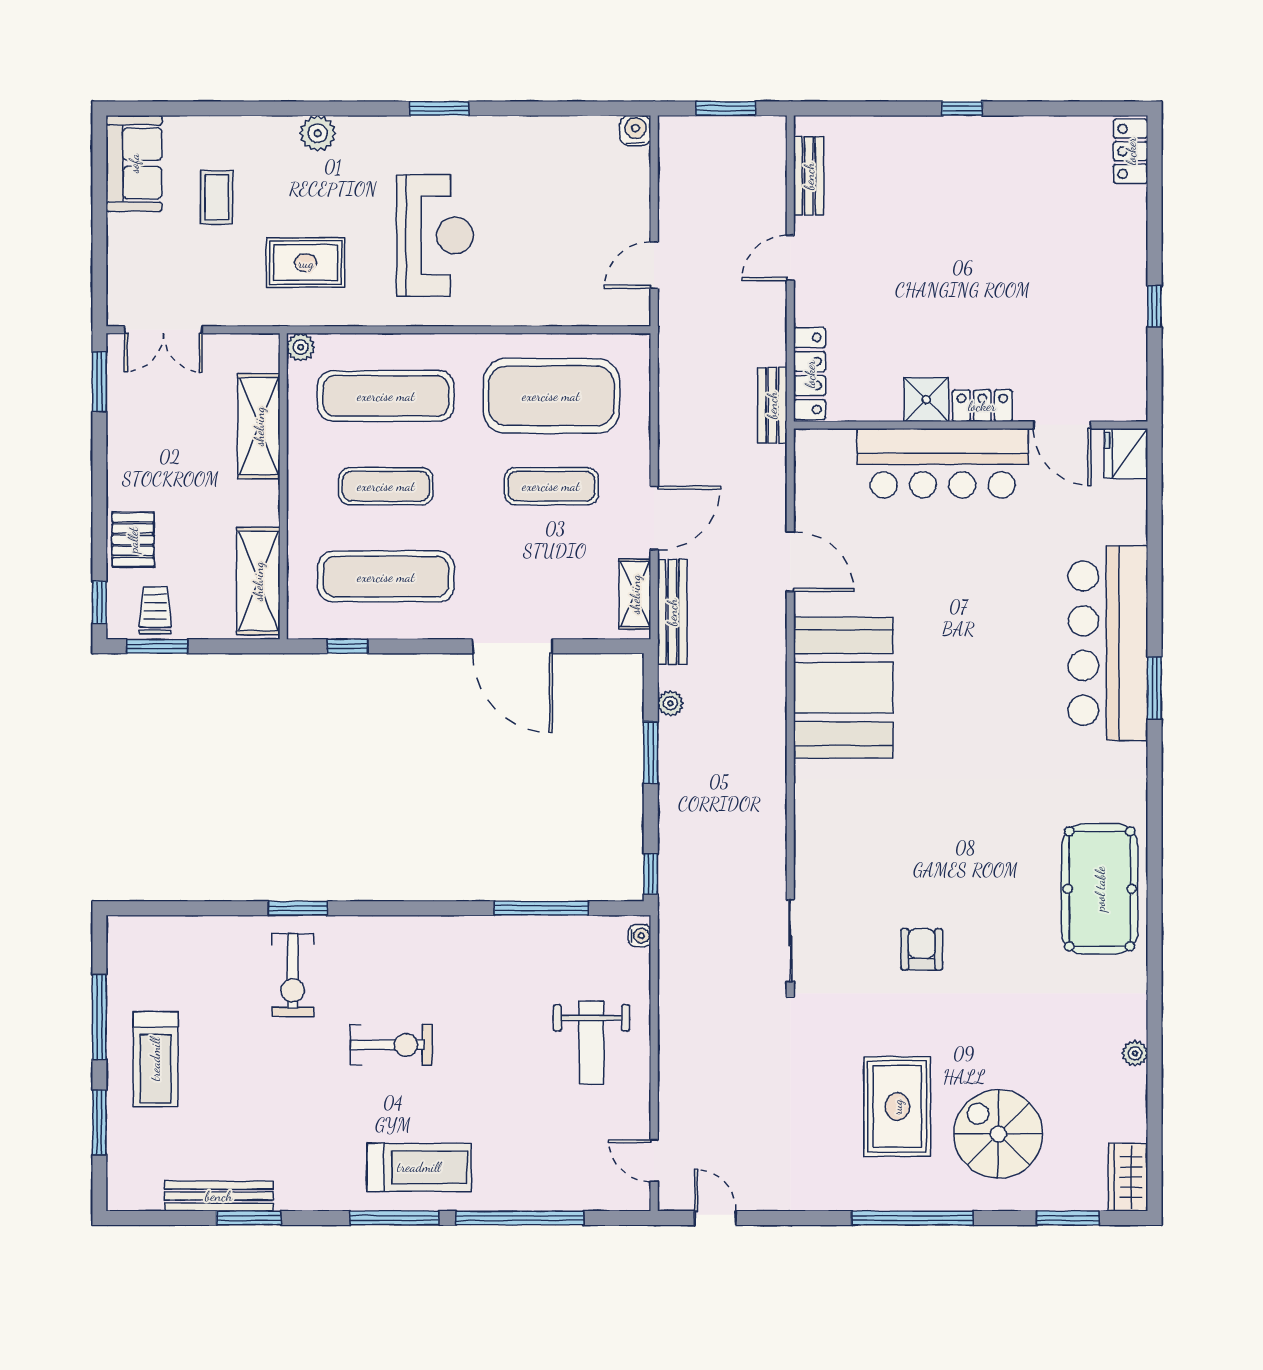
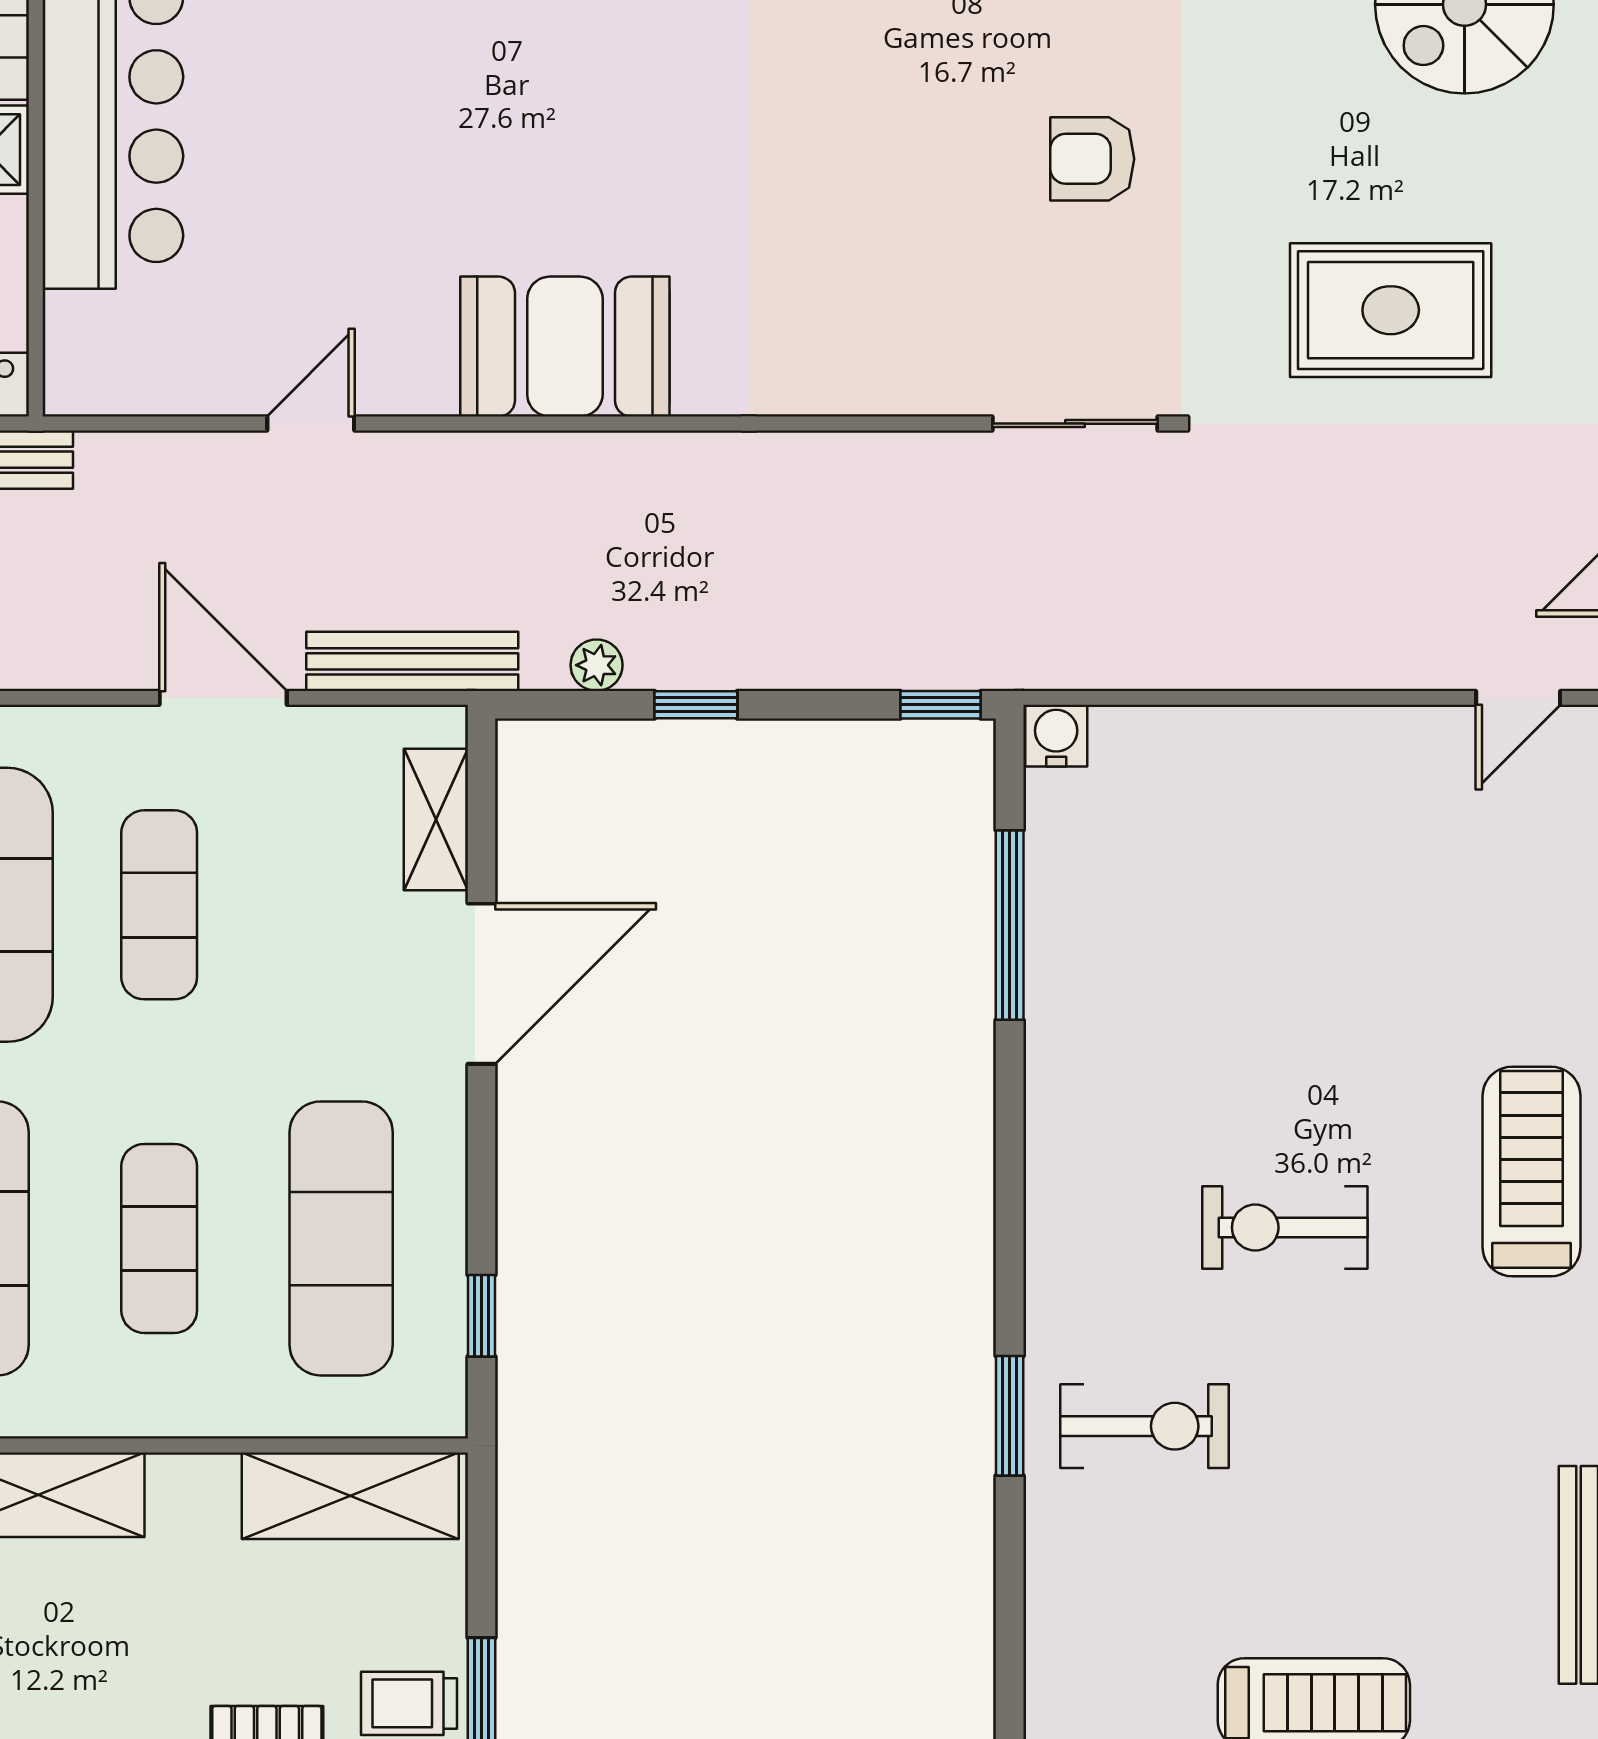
door: (790, 561) -> (311, 424), width x0.73
shelving: (635, 594) -> (436, 819), moved, turned 90
booth: (843, 688) -> (565, 347), width x0.73, depth x0.70
window: (651, 753) -> (696, 705), width x0.67
water cooler: (640, 936) -> (1056, 736), width x1.38, depth x1.38
weight bench: (591, 1043) -> (1281, 824), removed
exercise bike: (391, 1045) -> (1285, 1227), turned -90
rug: (897, 1107) -> (1391, 310), moved

